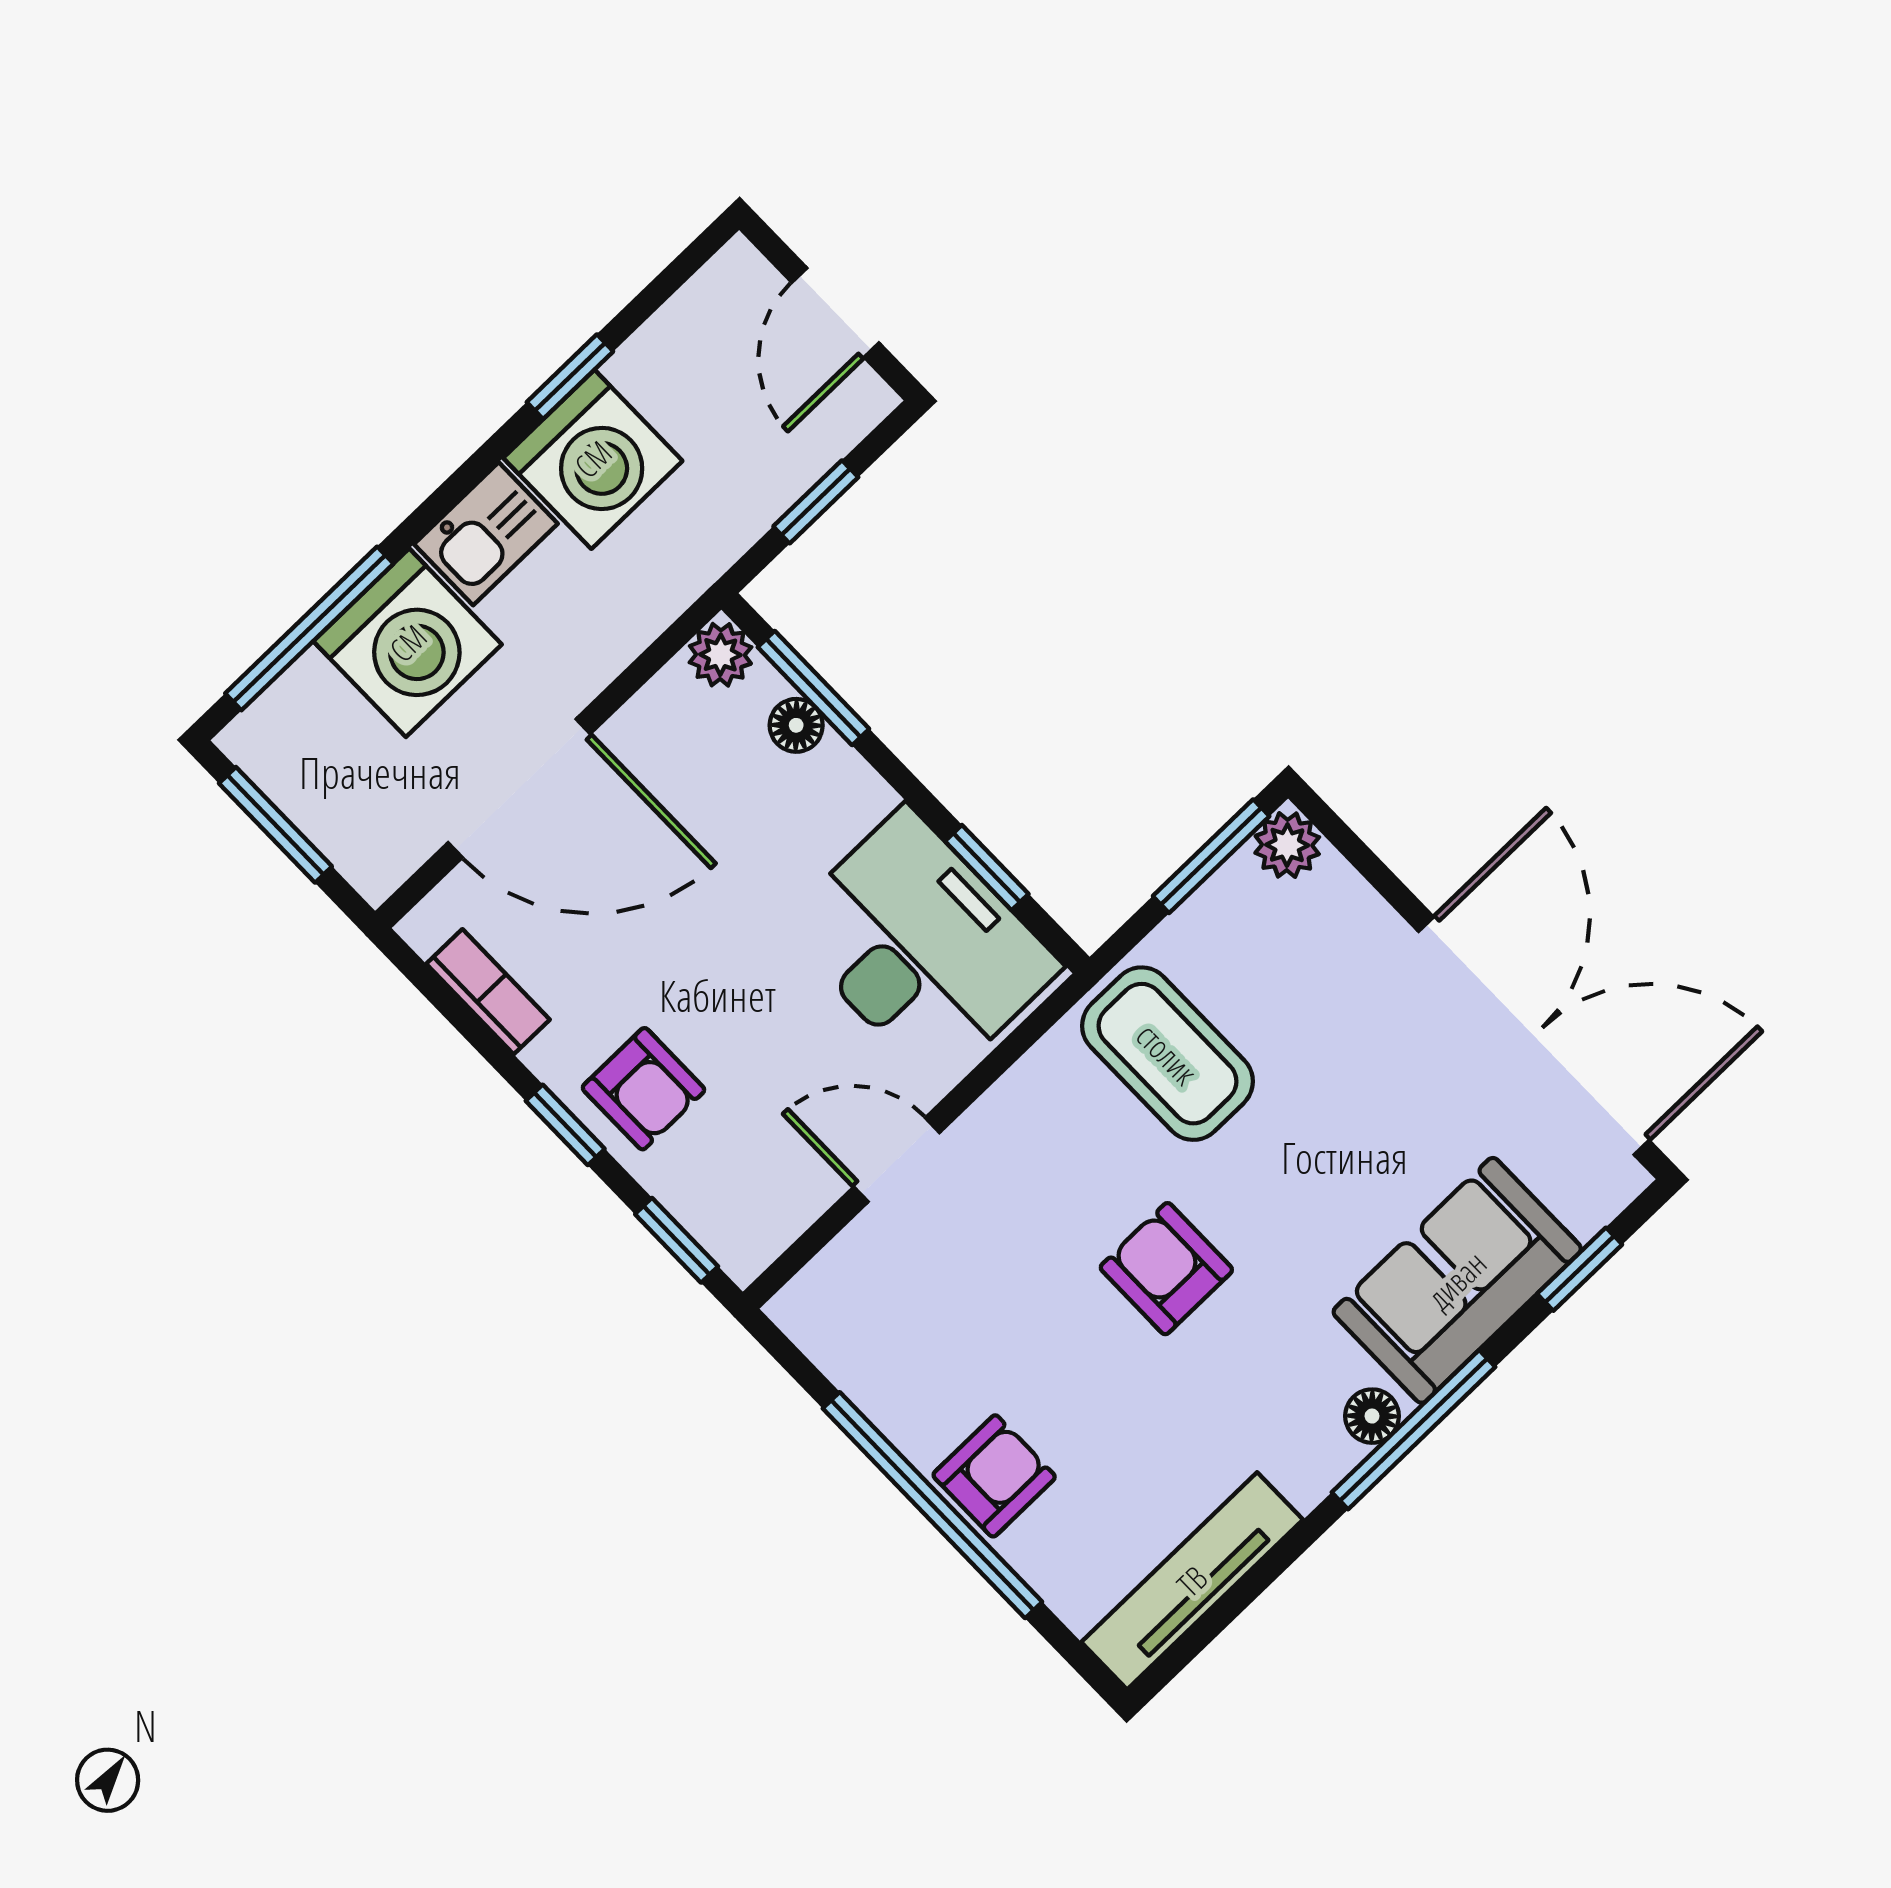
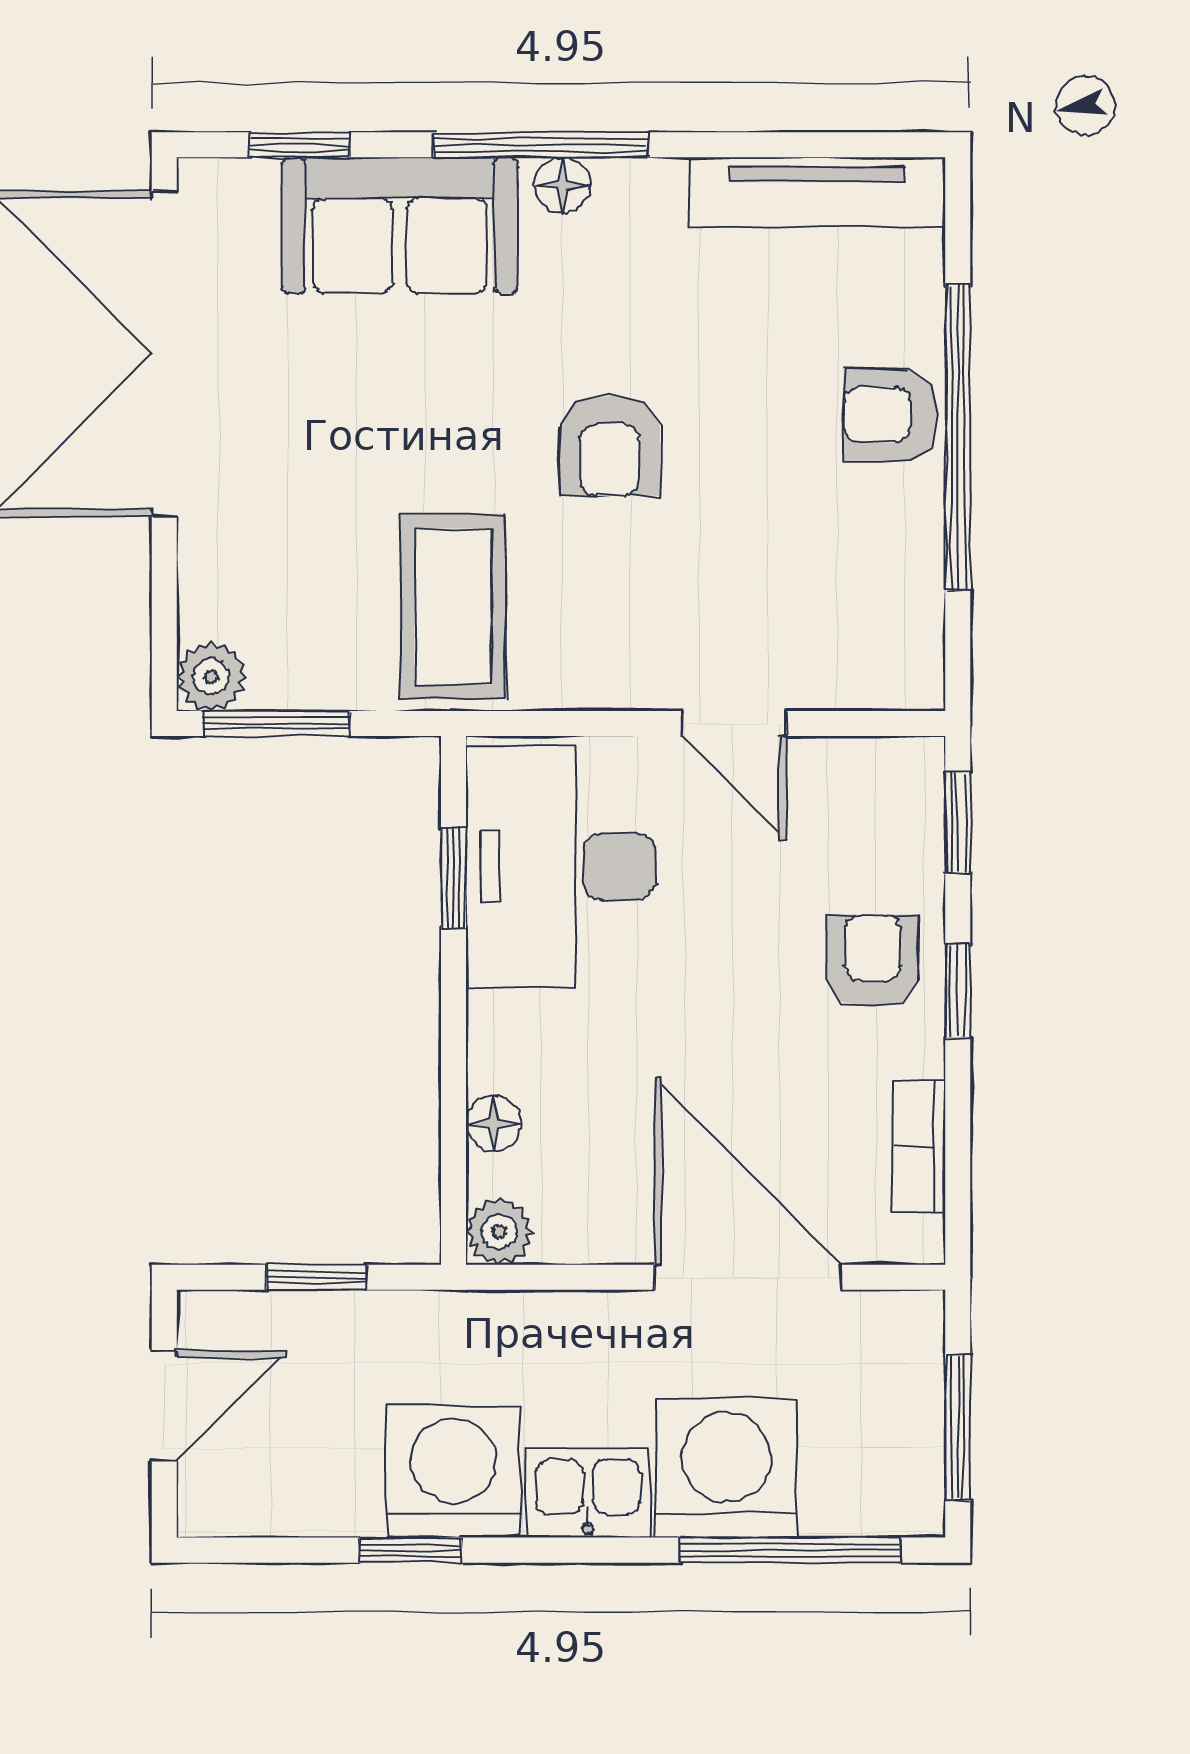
window: (813, 688) -> (454, 1139), removed

